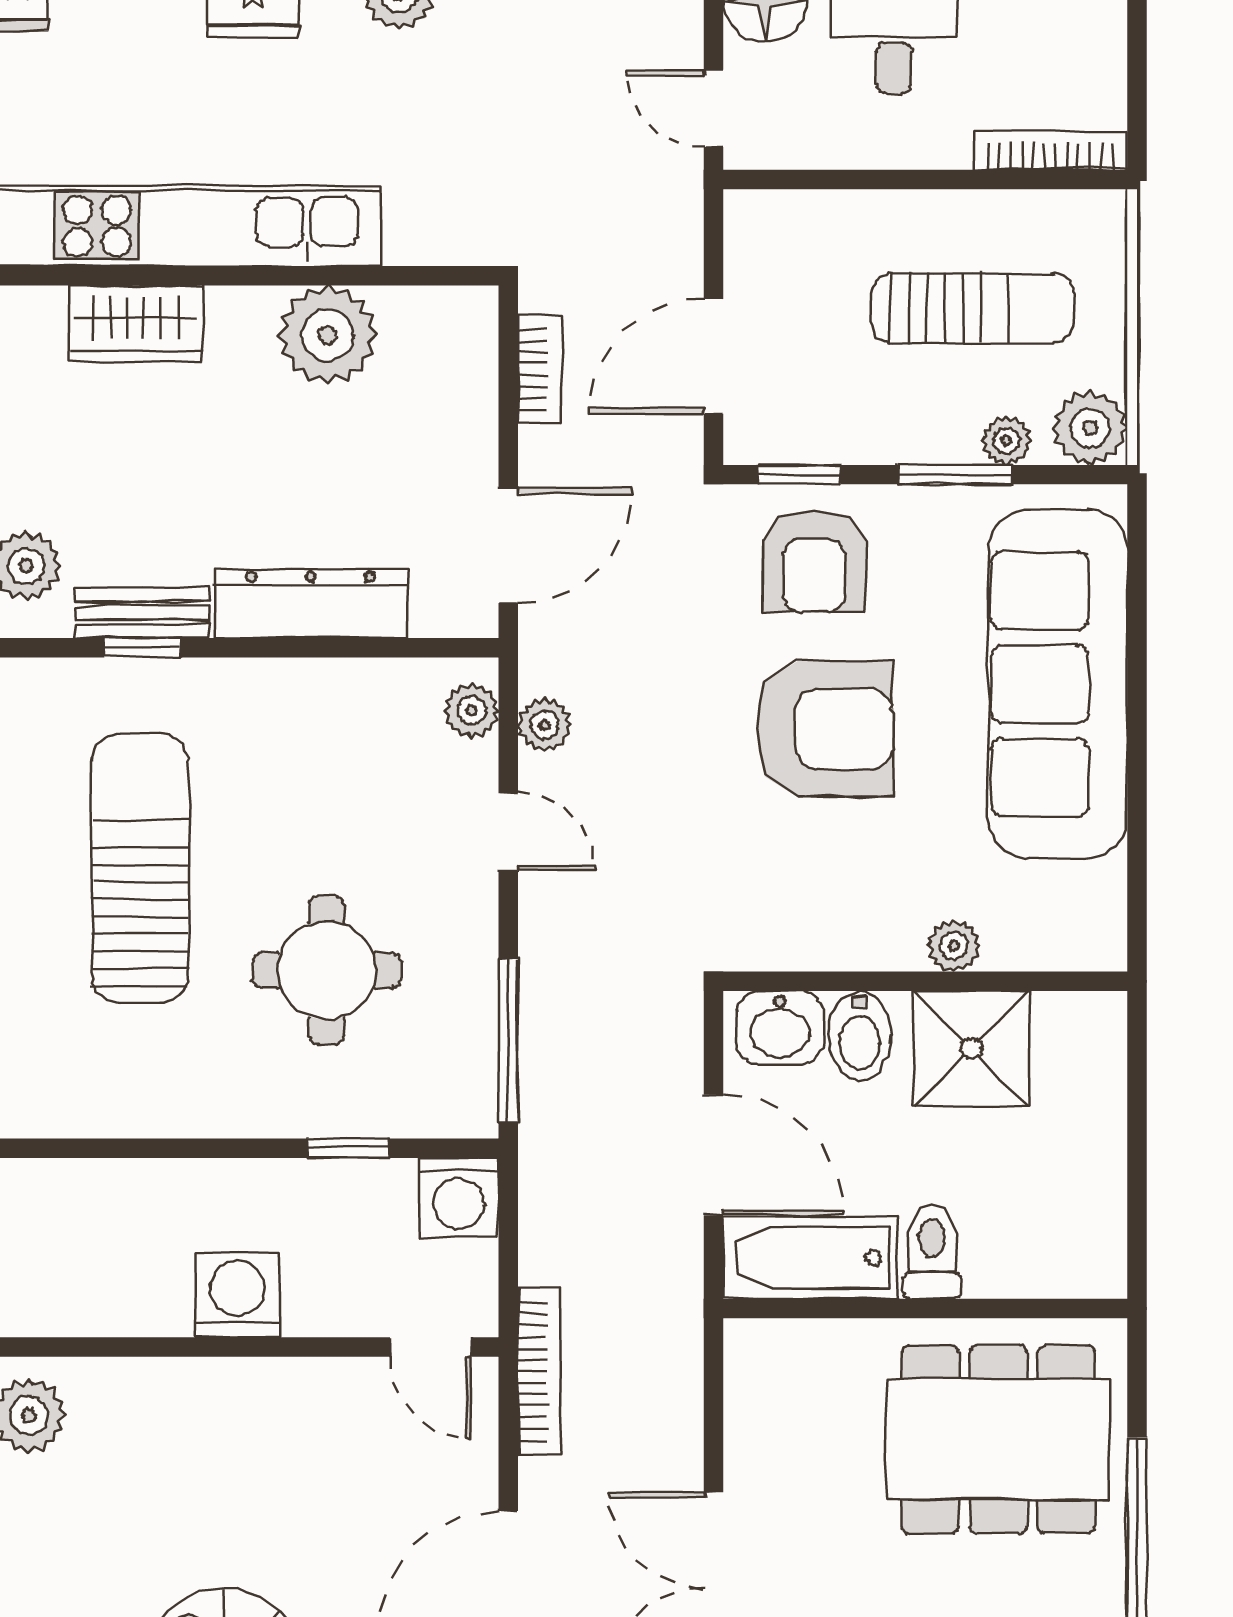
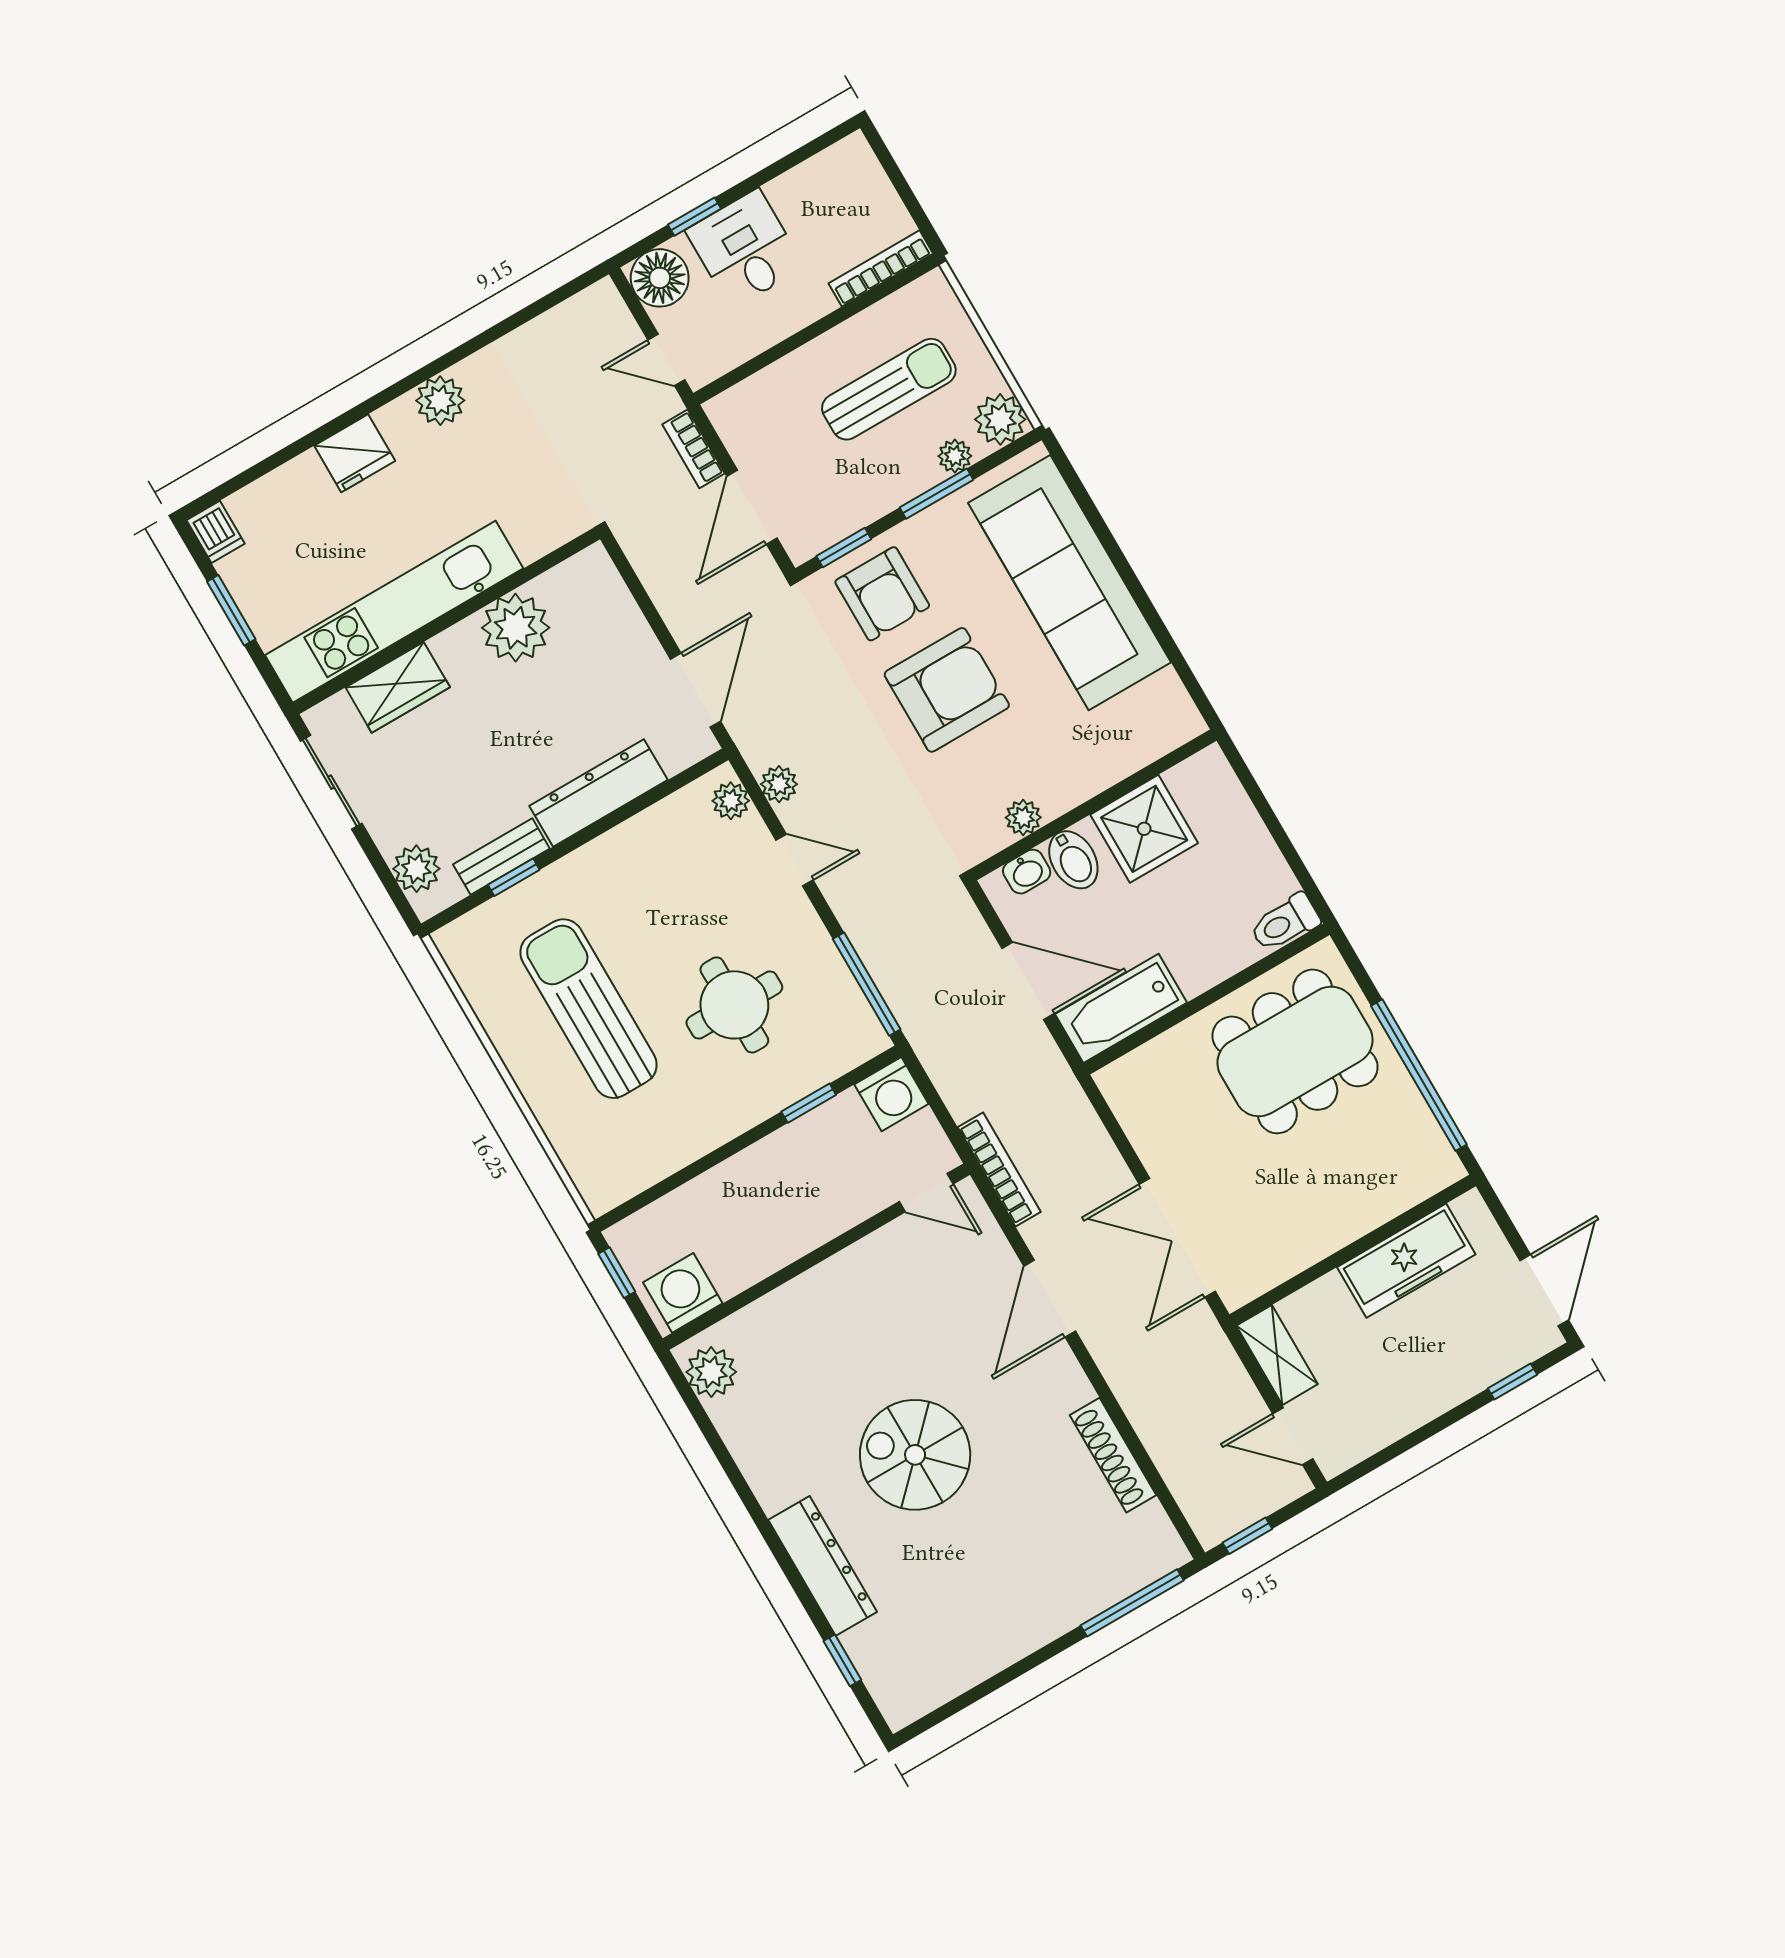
bookcase: (539, 369) -> (693, 449), moved, turned 180
plant: (954, 946) -> (1023, 818), moved
washbasin: (780, 1028) -> (1027, 872), width x0.72, depth x0.69
toilet: (932, 1251) -> (1285, 923), moved, turned -90
washing machine: (237, 1295) -> (683, 1293), moved

